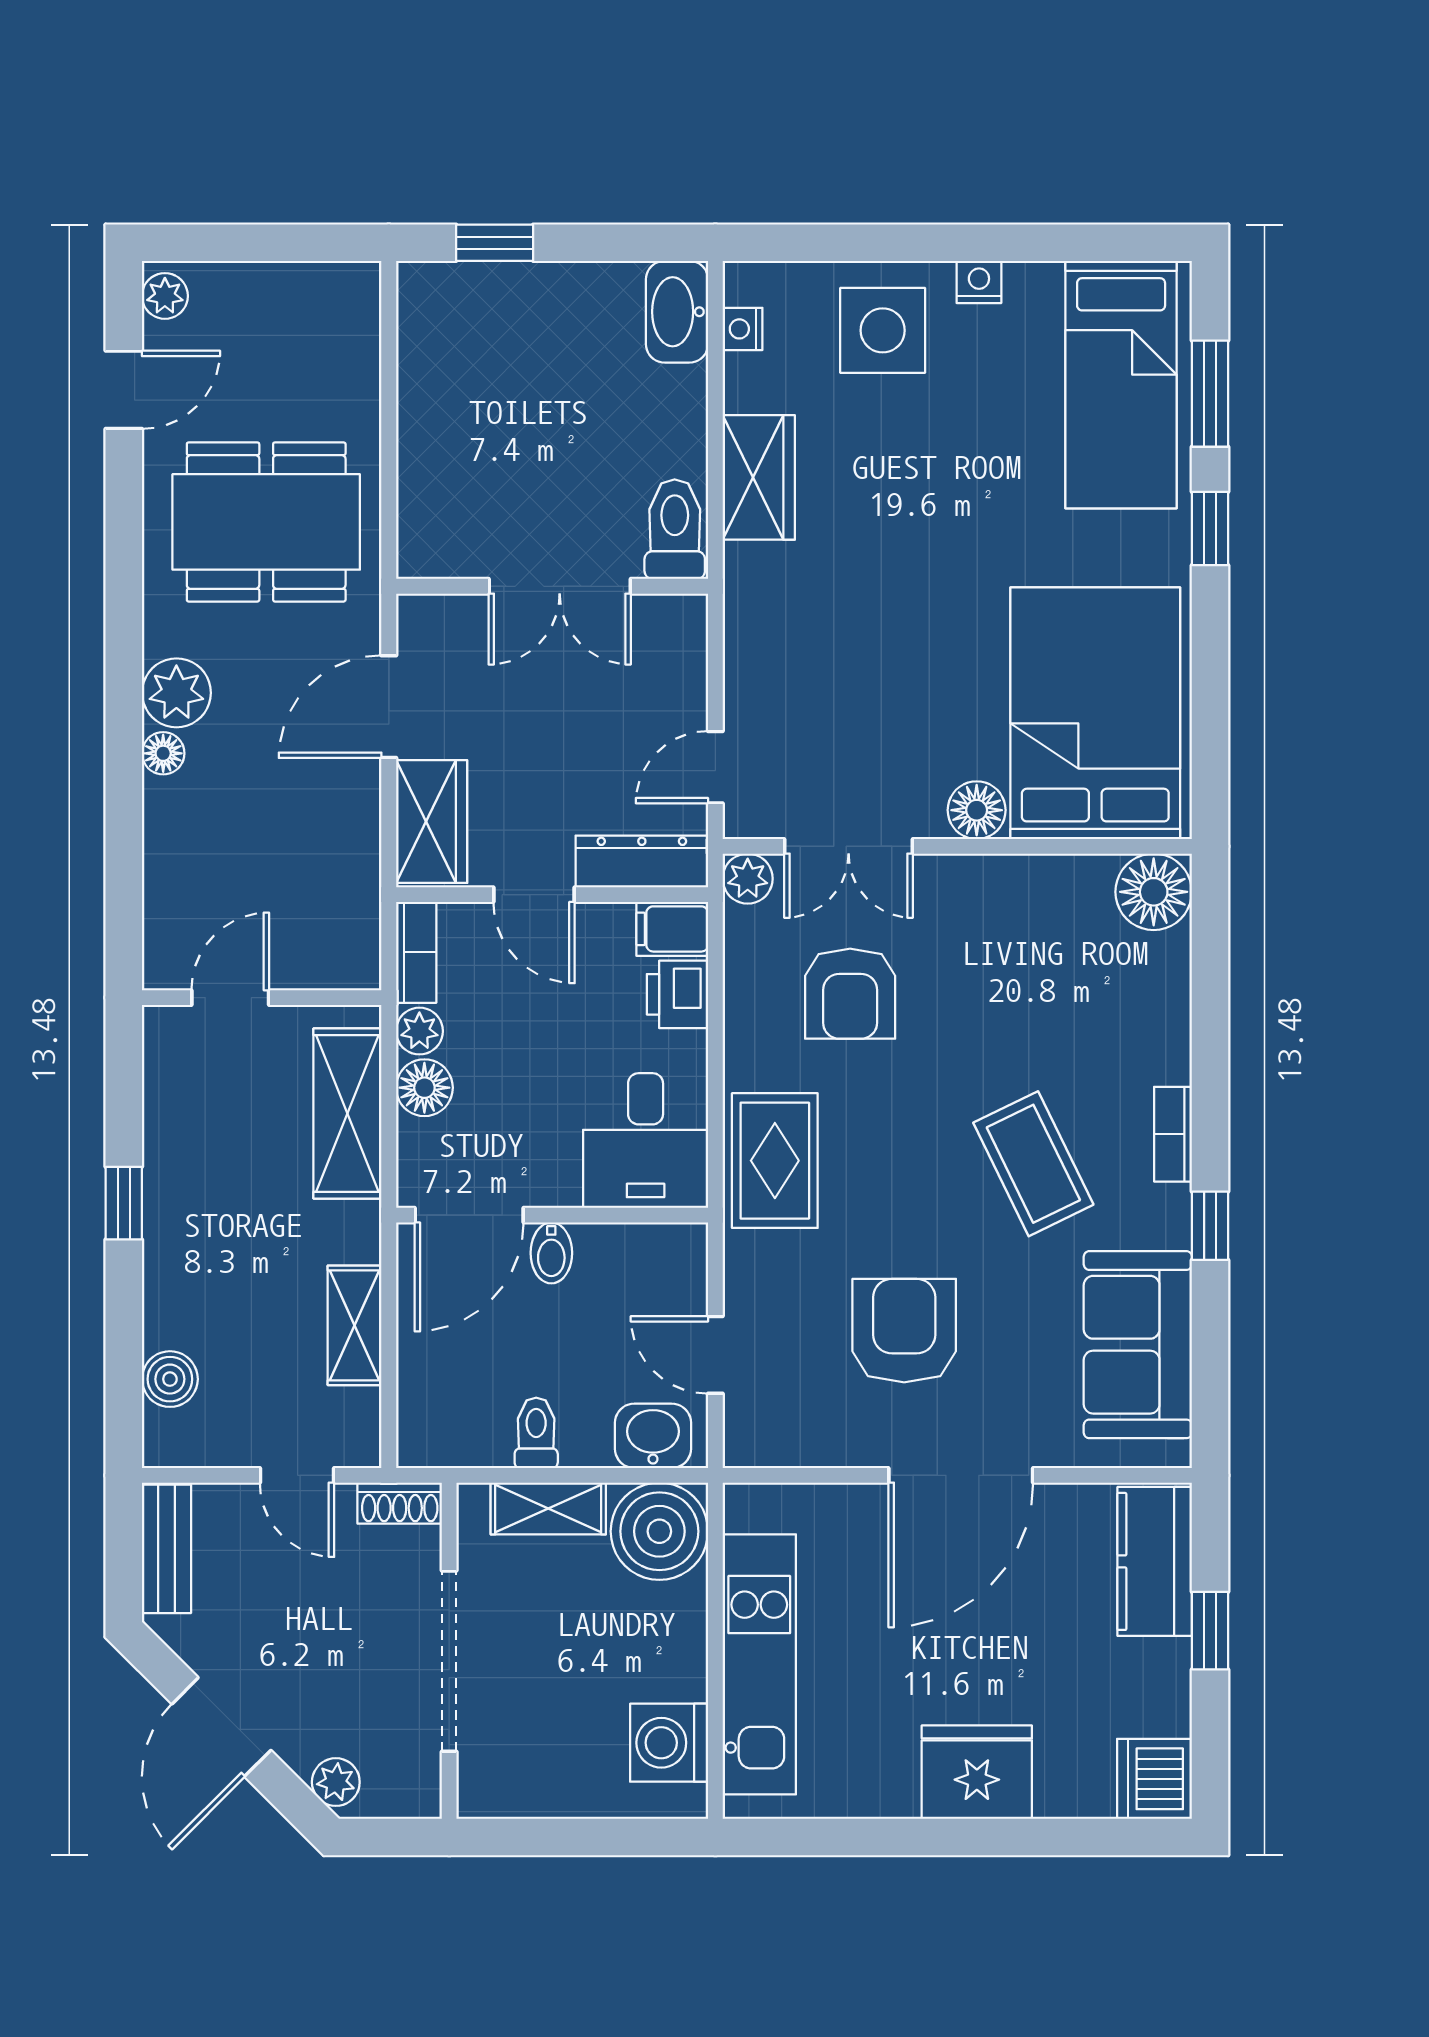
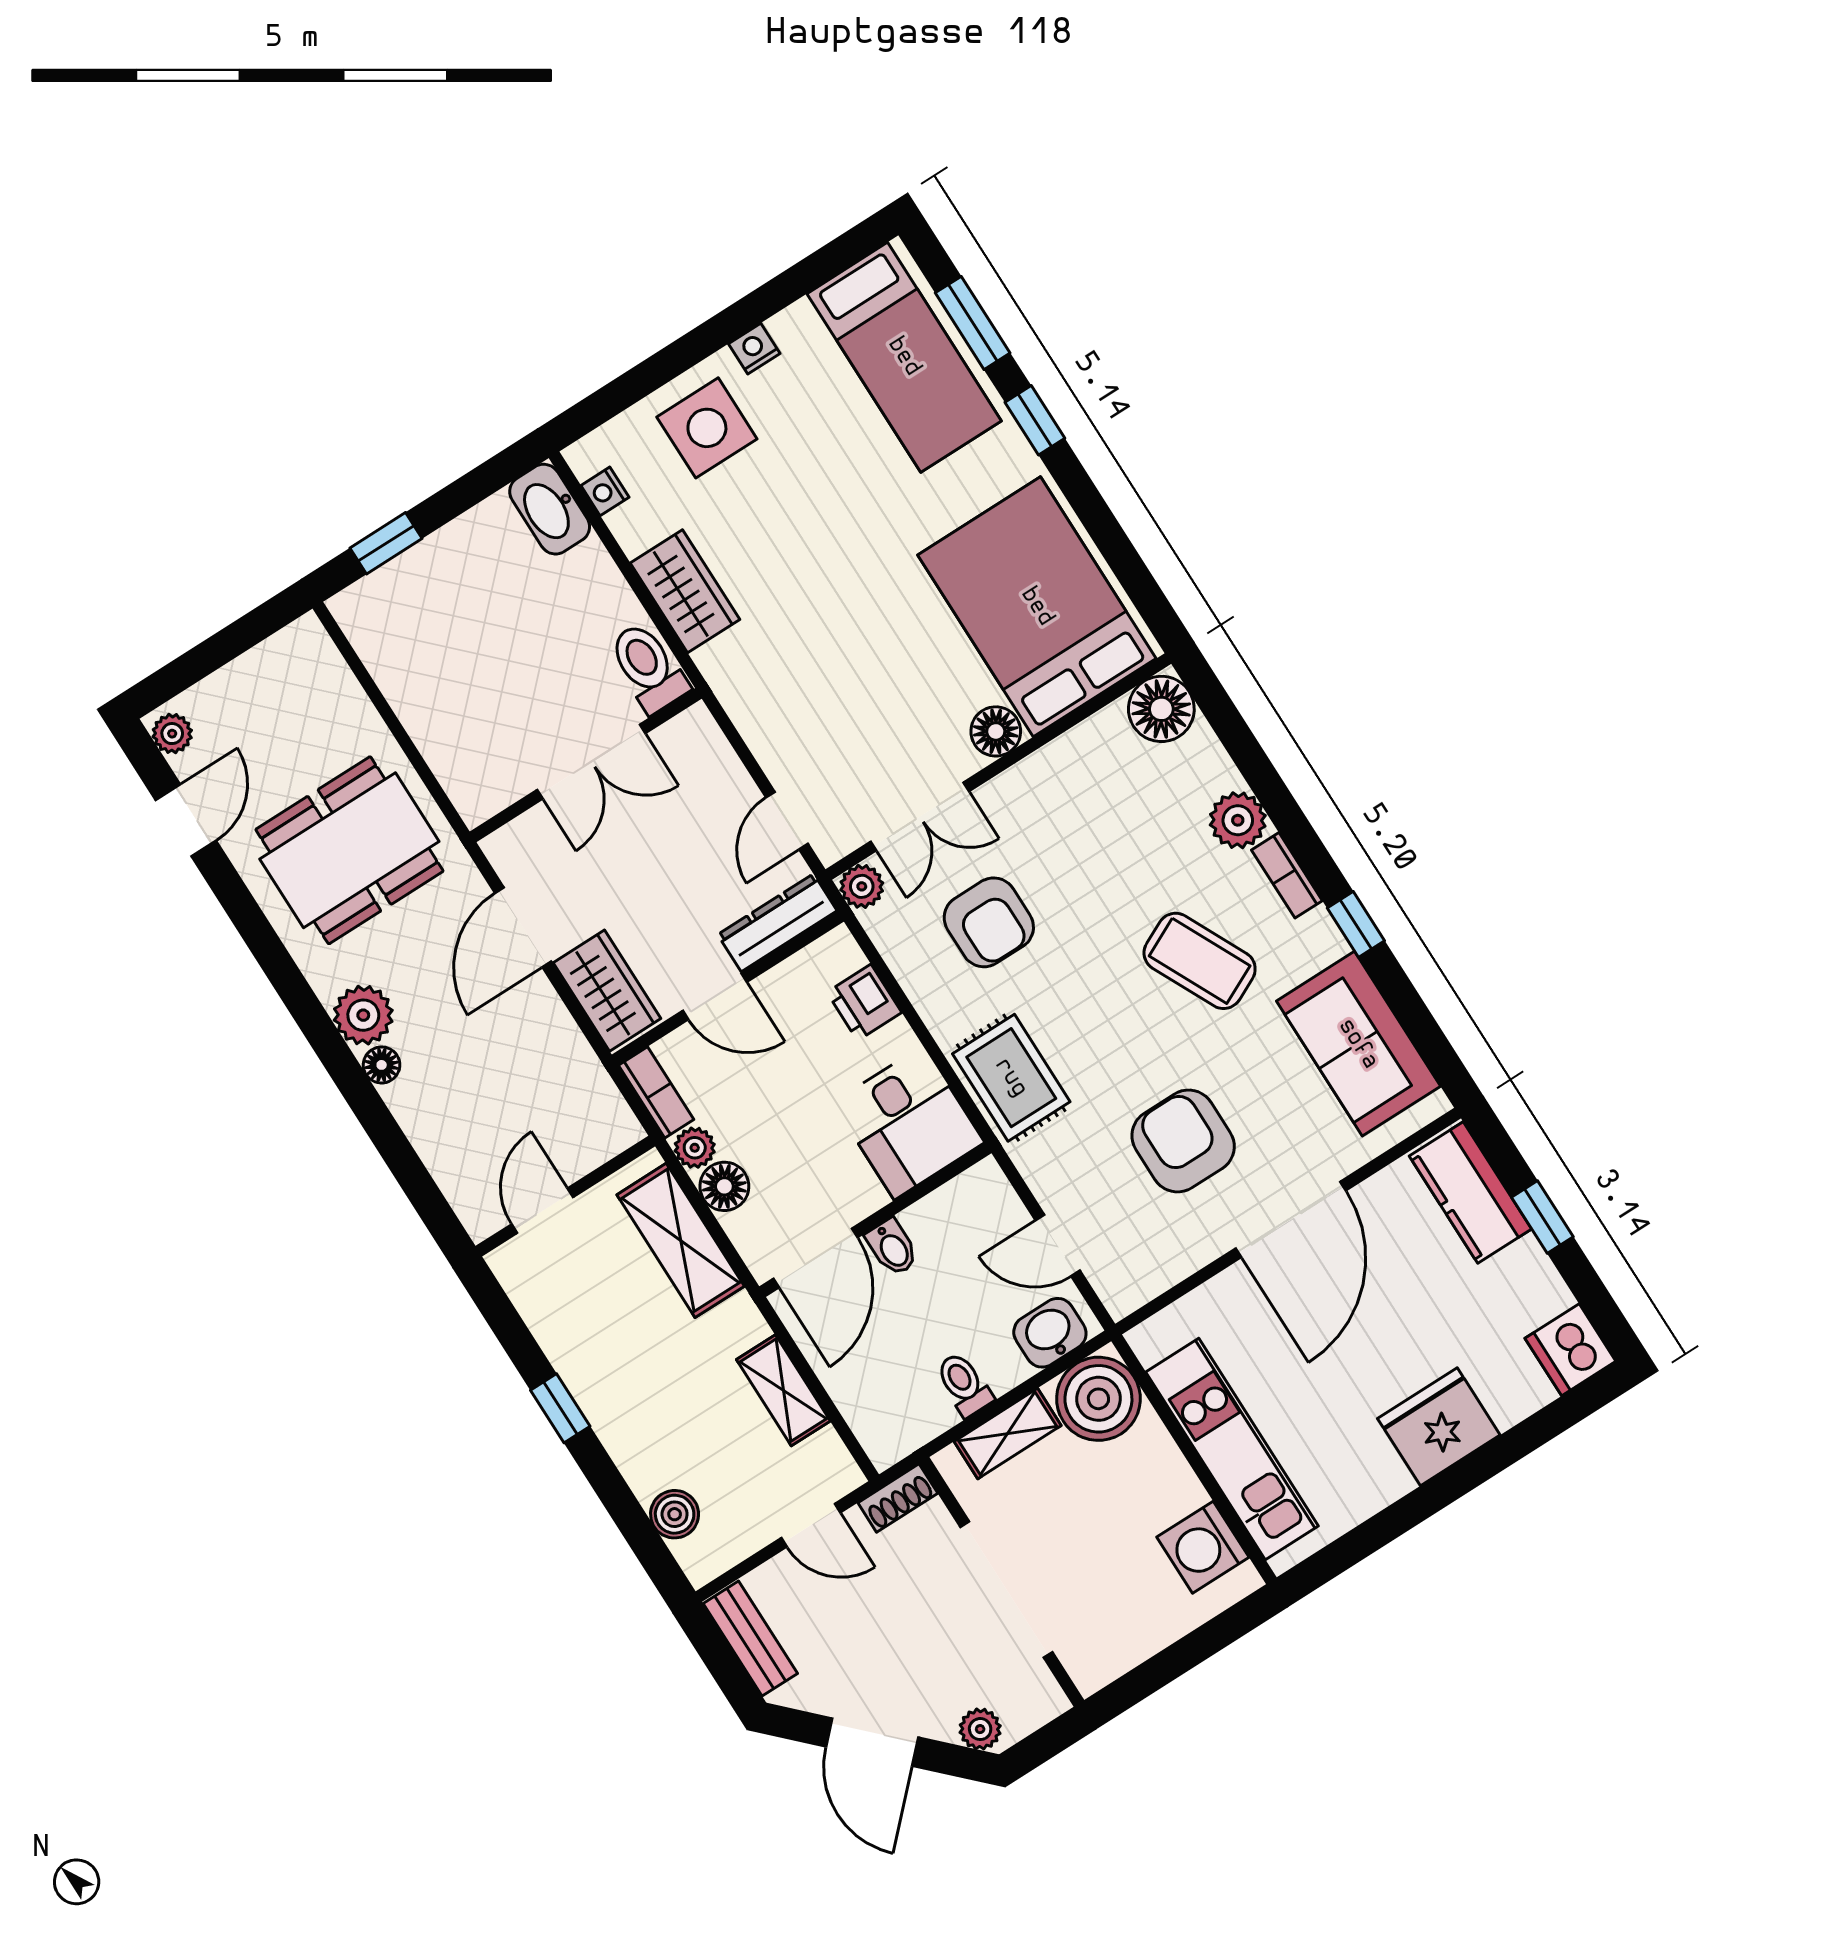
filing cabinet: (672, 929) -> (830, 957), removed
plant: (1159, 1049) -> (1238, 820), added

